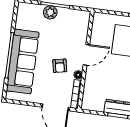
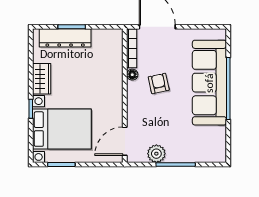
plant: (50, 12) -> (156, 154), moved
door: (86, 55) -> (125, 141), moved

